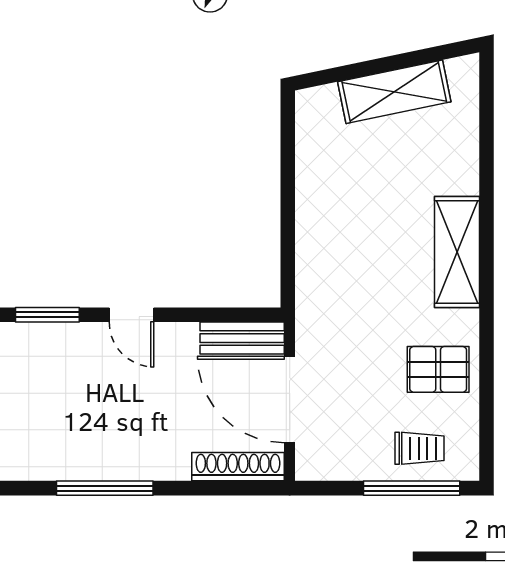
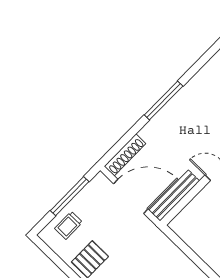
bench: (242, 338) -> (174, 196), width x1.36
window: (412, 488) -> (70, 196), moved

